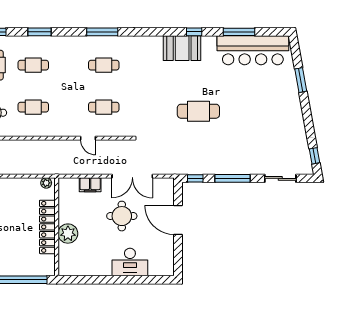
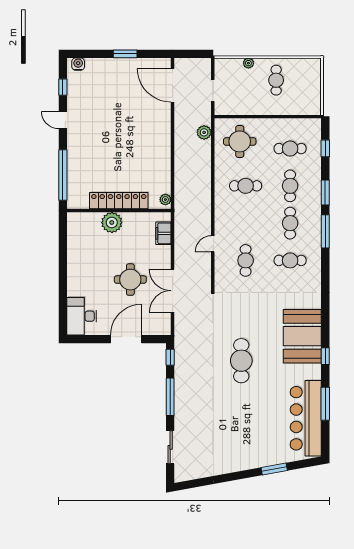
window: (102, 32) -> (325, 231), moved
booth: (182, 48) -> (302, 336), width x1.36, depth x1.42
cafe table: (69, 65) -> (290, 223), added
cafe table: (104, 65) -> (290, 260), turned 90
cafe table: (33, 107) -> (246, 186), turned 90
window: (314, 156) -> (194, 483), removed
filing cabinet: (90, 185) -> (163, 233), moved
desk: (130, 262) -> (82, 316), moved

